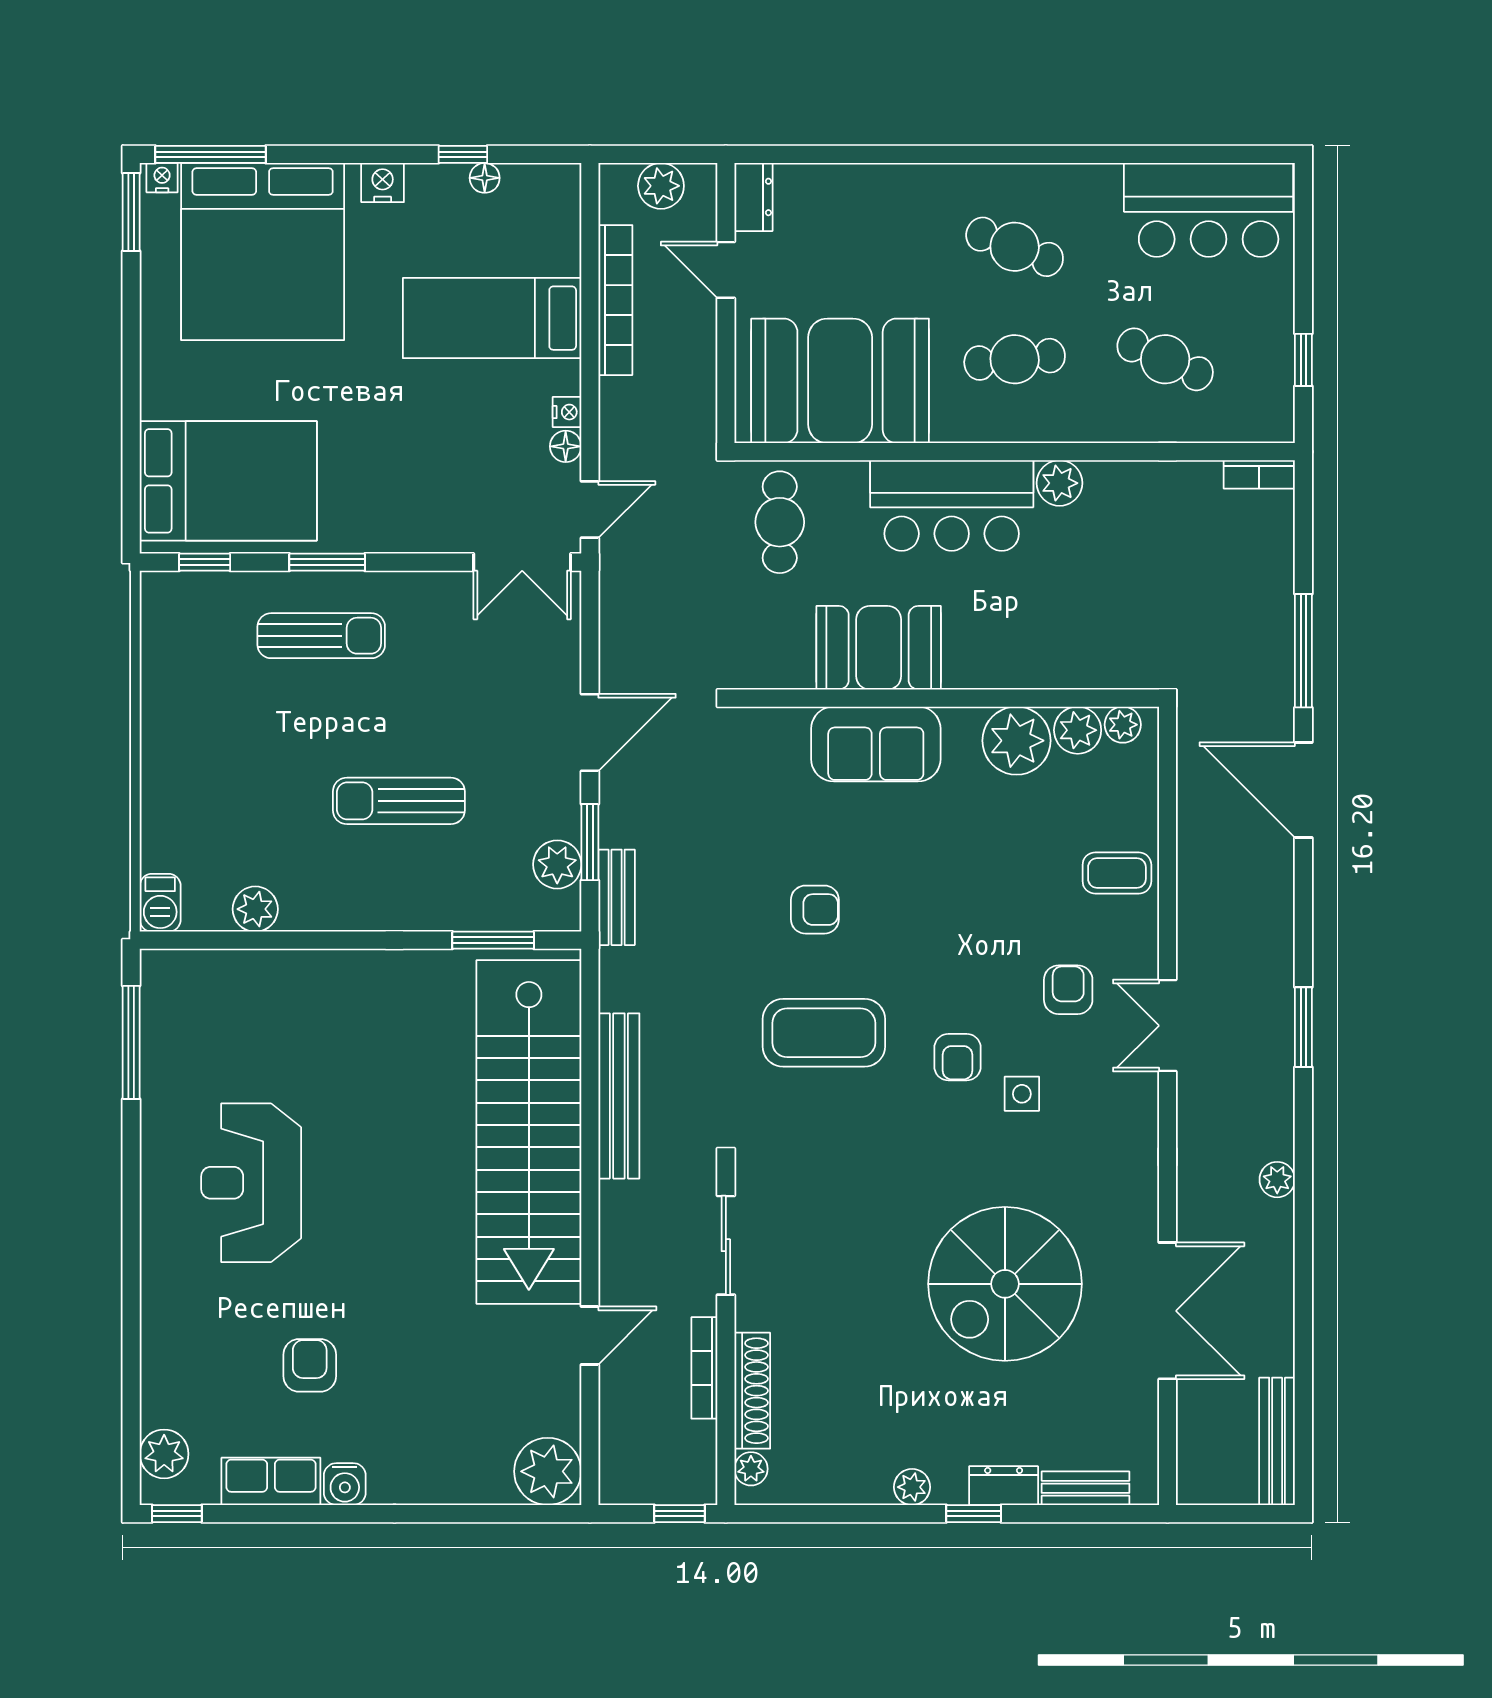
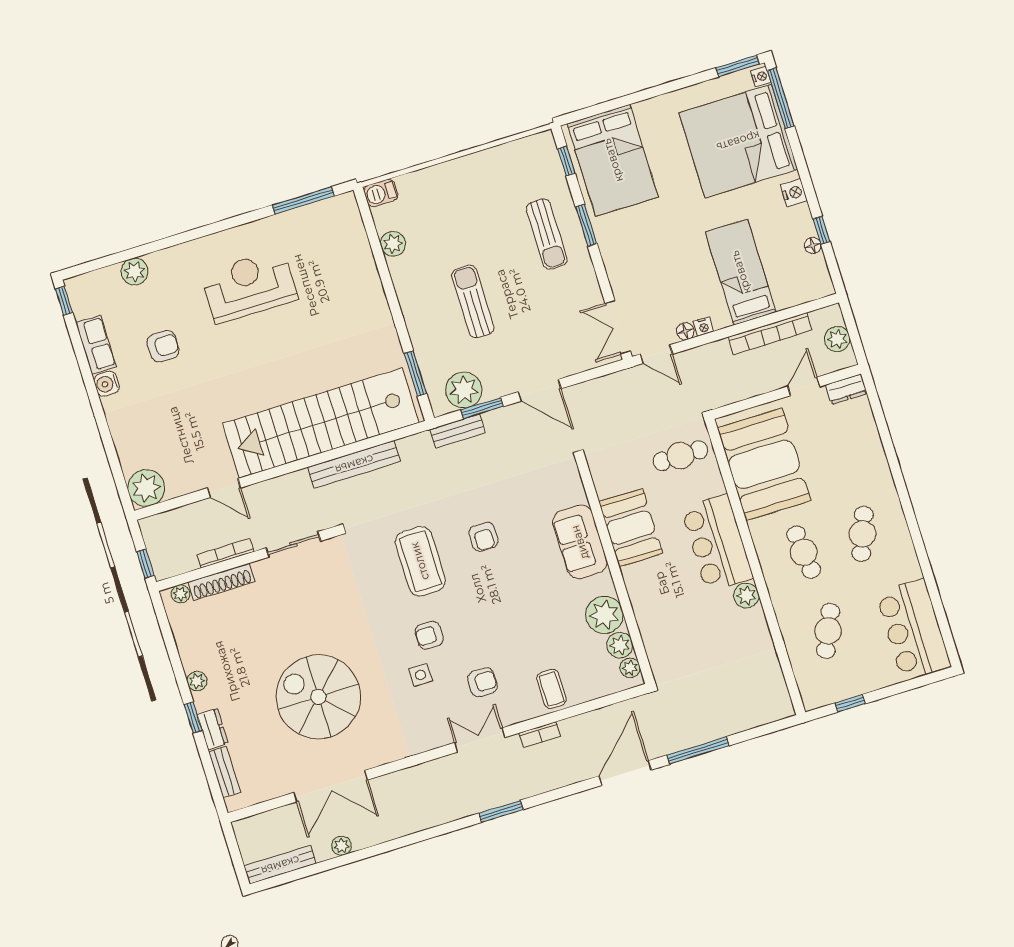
bookcase: (1259, 474) -> (540, 735), moved, turned -90
plant: (557, 864) -> (464, 390), width x1.36, depth x1.36
plant: (1277, 1180) -> (341, 846), moved
plant: (164, 1454) -> (135, 272), moved

